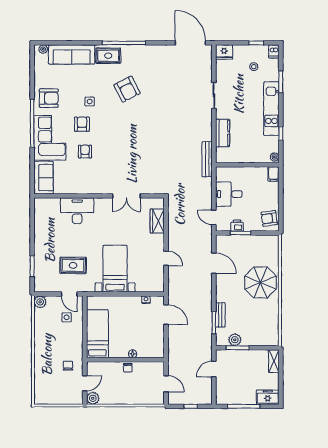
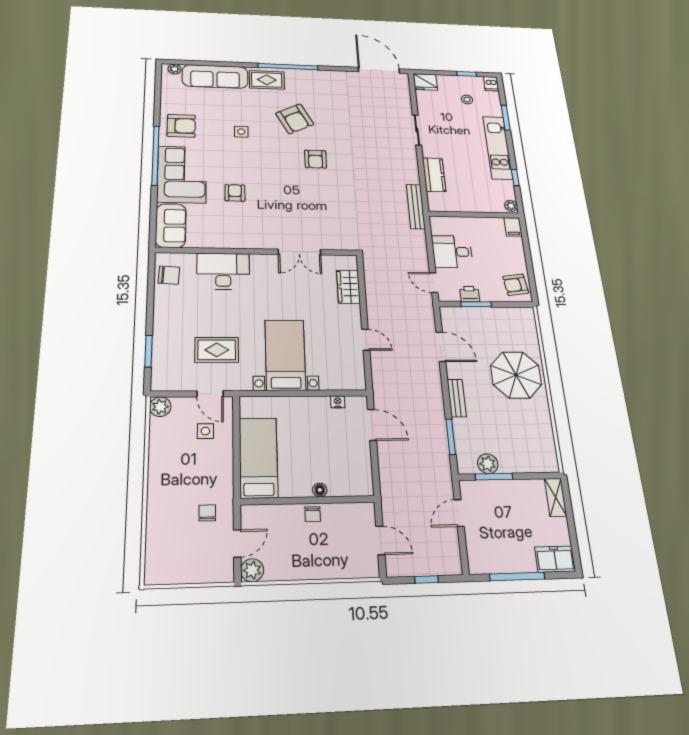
armchair: (82, 124) -> (315, 159), moved, turned 180
chair: (43, 214) -> (169, 275), added
bench: (220, 315) -> (457, 398), moved

